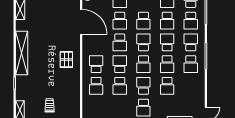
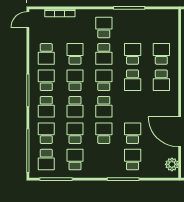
school desk: (120, 42) -> (46, 54), moved, turned 180

